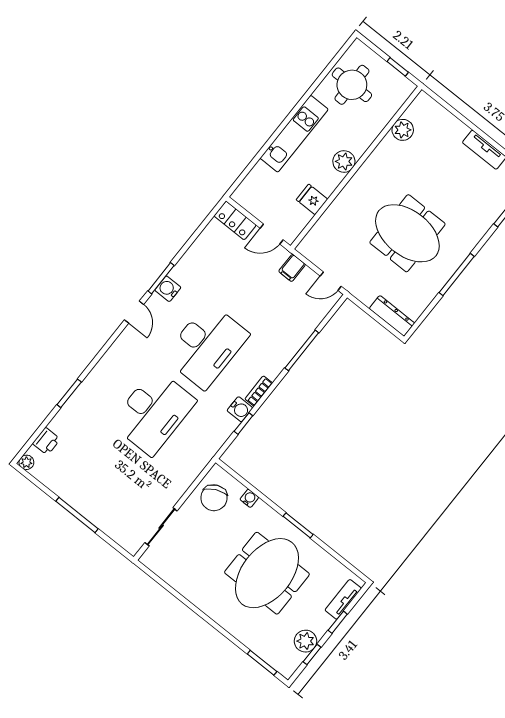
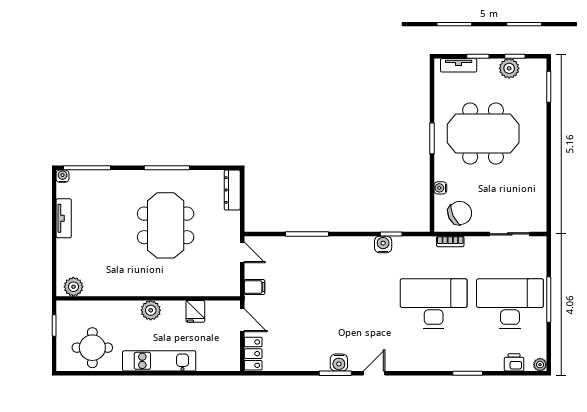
plant: (403, 130) -> (73, 287), moved
desk: (206, 346) -> (510, 304), moved
bookcase: (259, 391) -> (450, 241), moved

